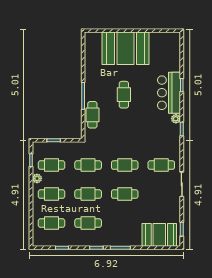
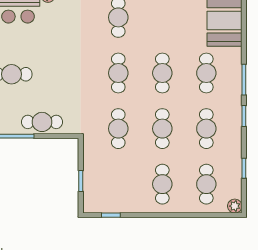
cafe table: (51, 165) -> (206, 73), moved
plant: (37, 178) -> (235, 206), moved

